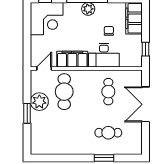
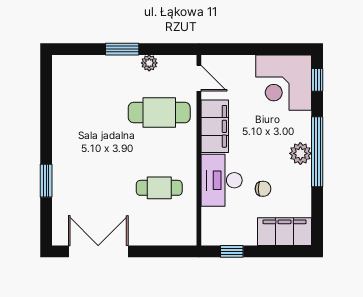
plant: (39, 102) -> (149, 63), width x0.53, depth x0.53
double door: (145, 104) -> (98, 251), moved
cafe table: (108, 133) -> (89, 188), removed

